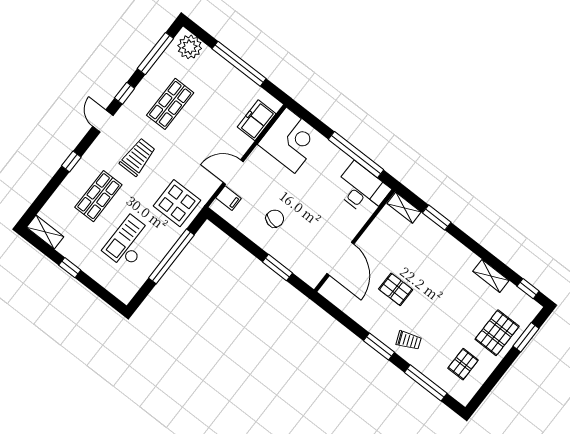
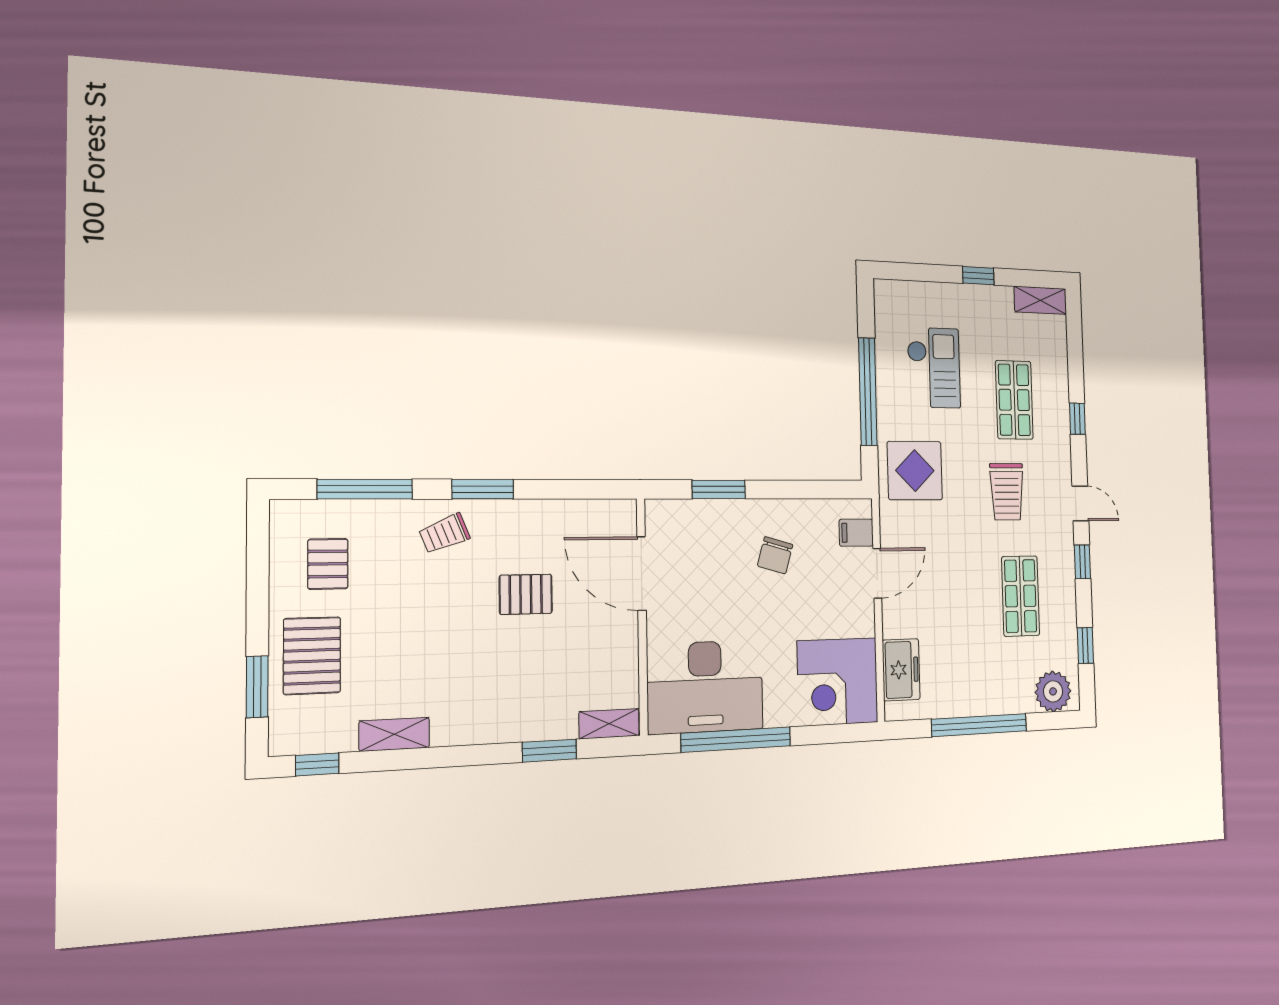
window: (155, 54) -> (1085, 646), width x0.46
desk: (362, 189) -> (705, 687), width x1.36, depth x1.30

